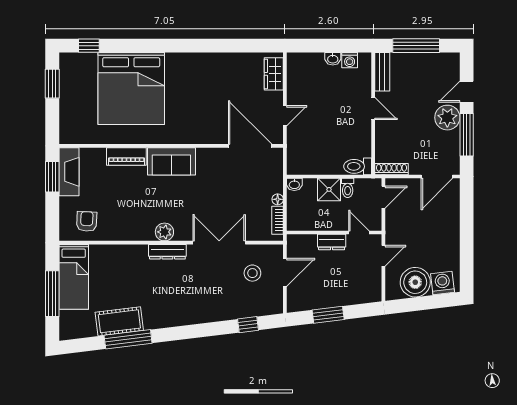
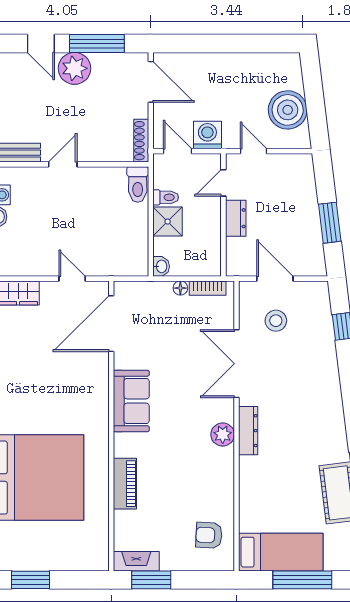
sofa: (171, 161) -> (131, 401), moved
fireplace: (69, 172) -> (136, 561), width x0.73, depth x0.76
washing machine: (443, 283) -> (207, 135), moved, turned 97

